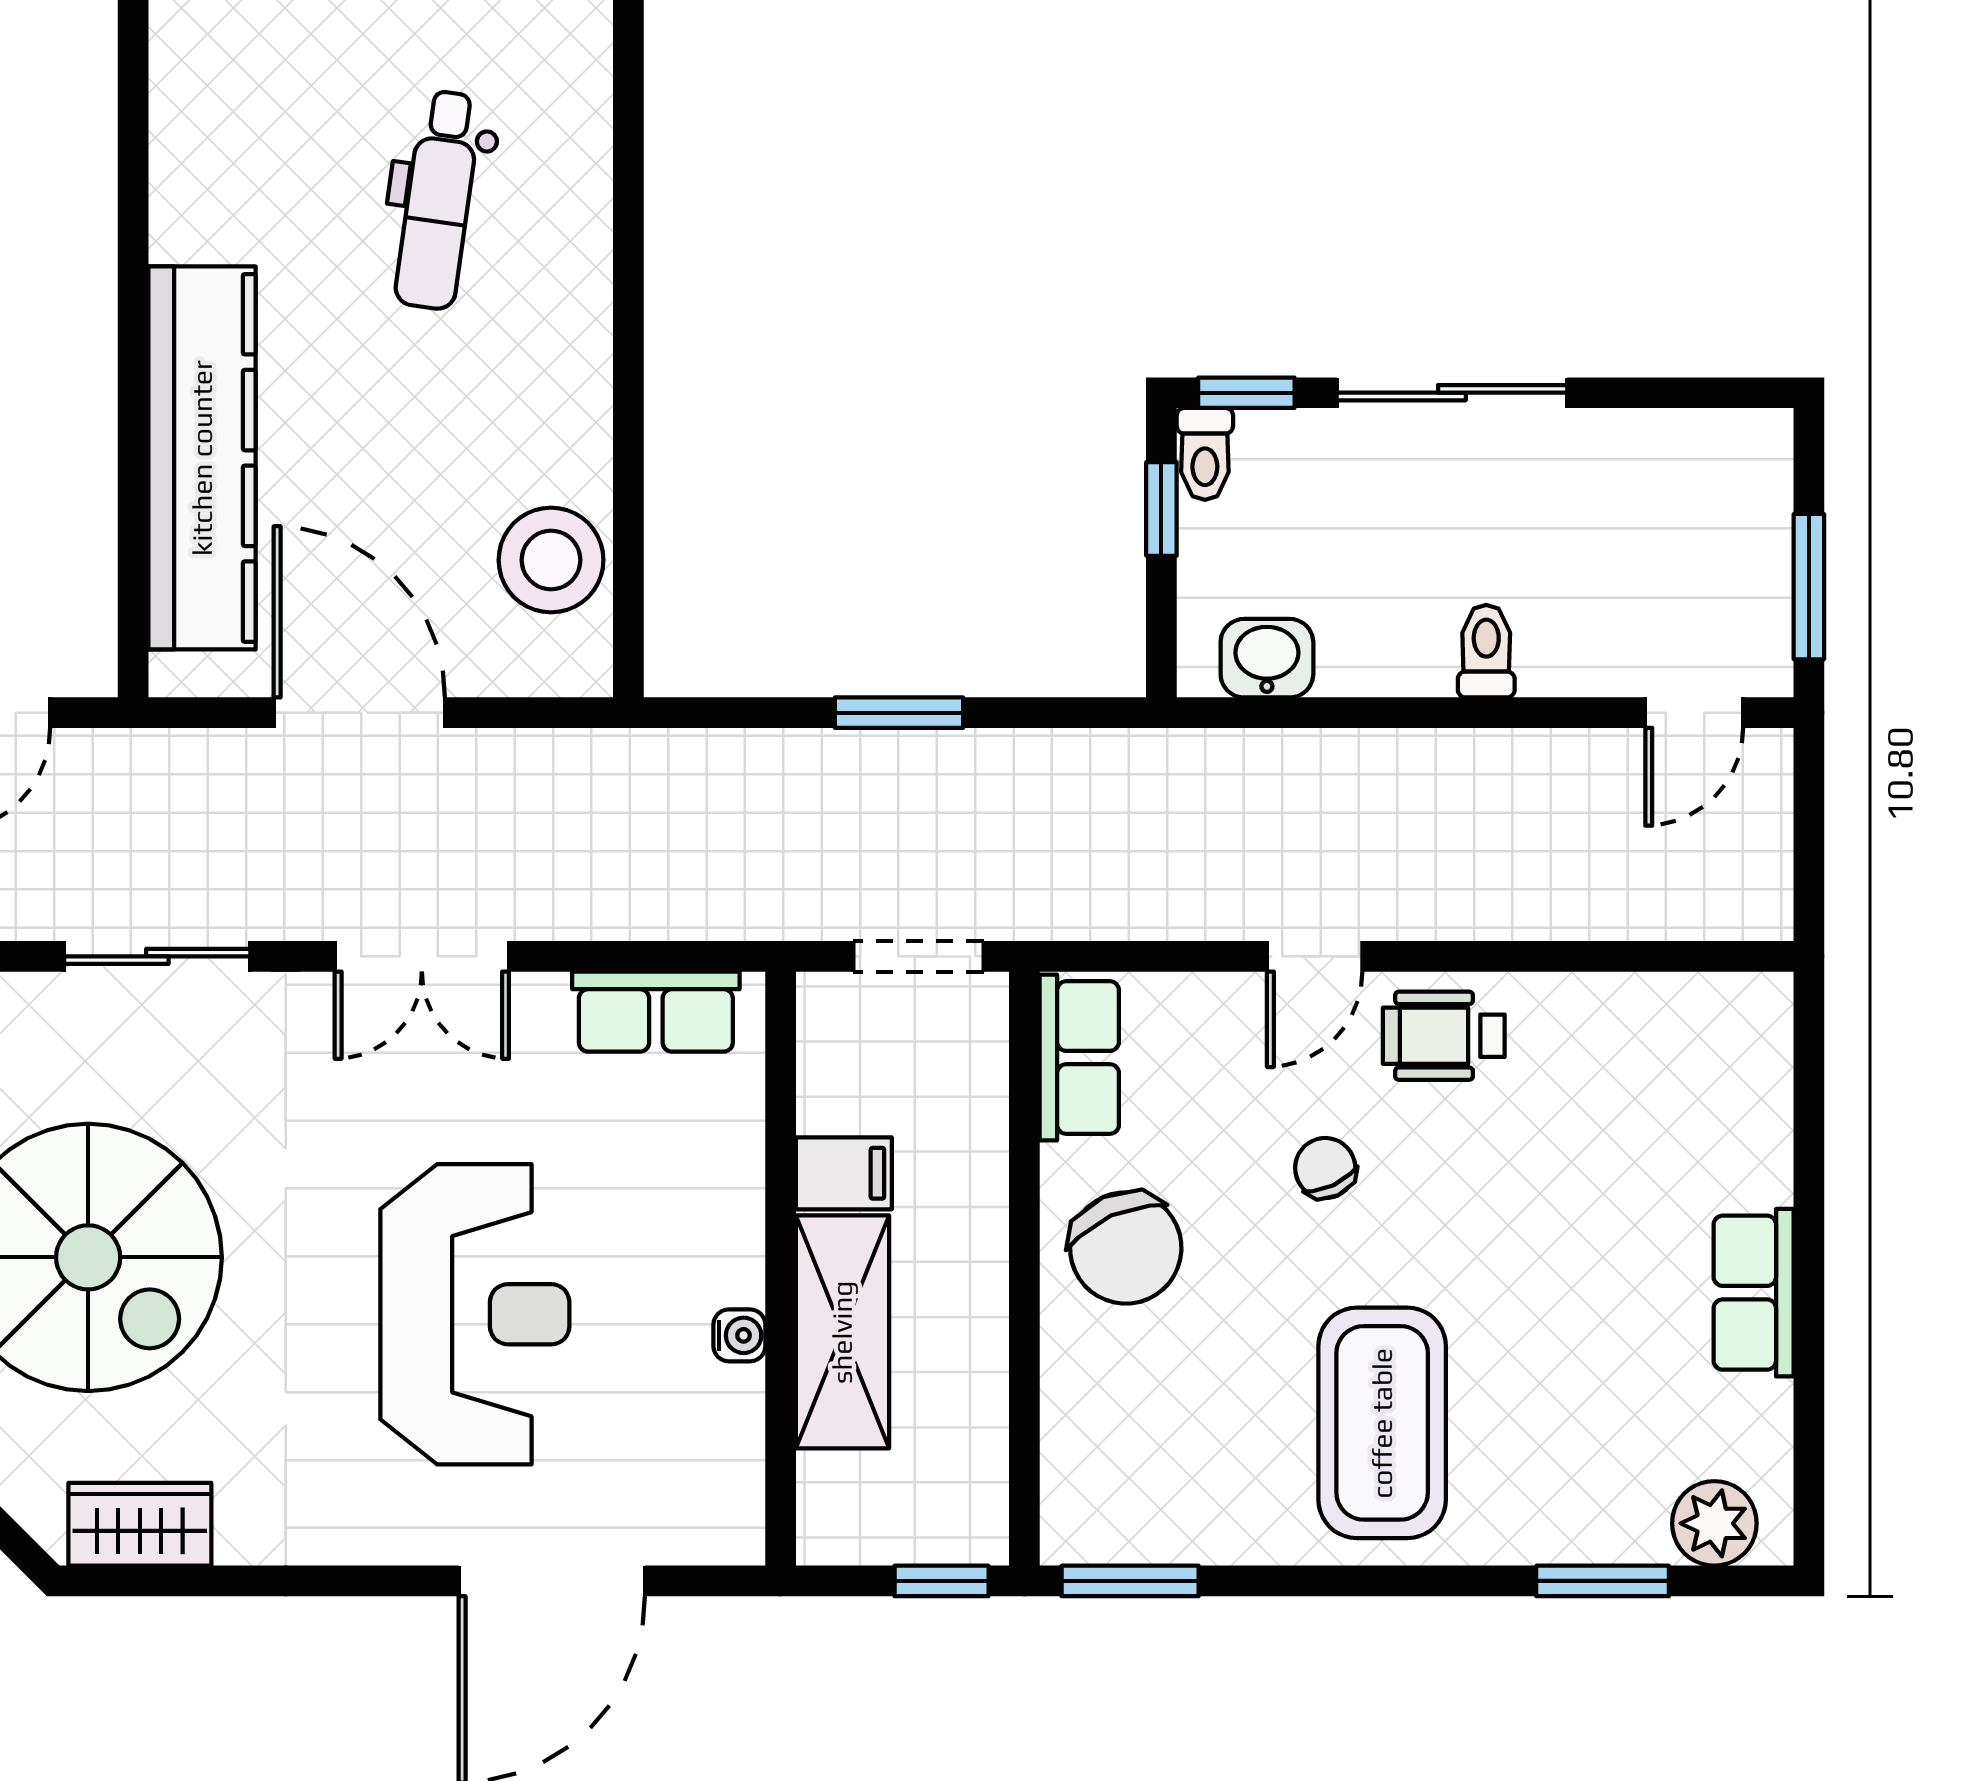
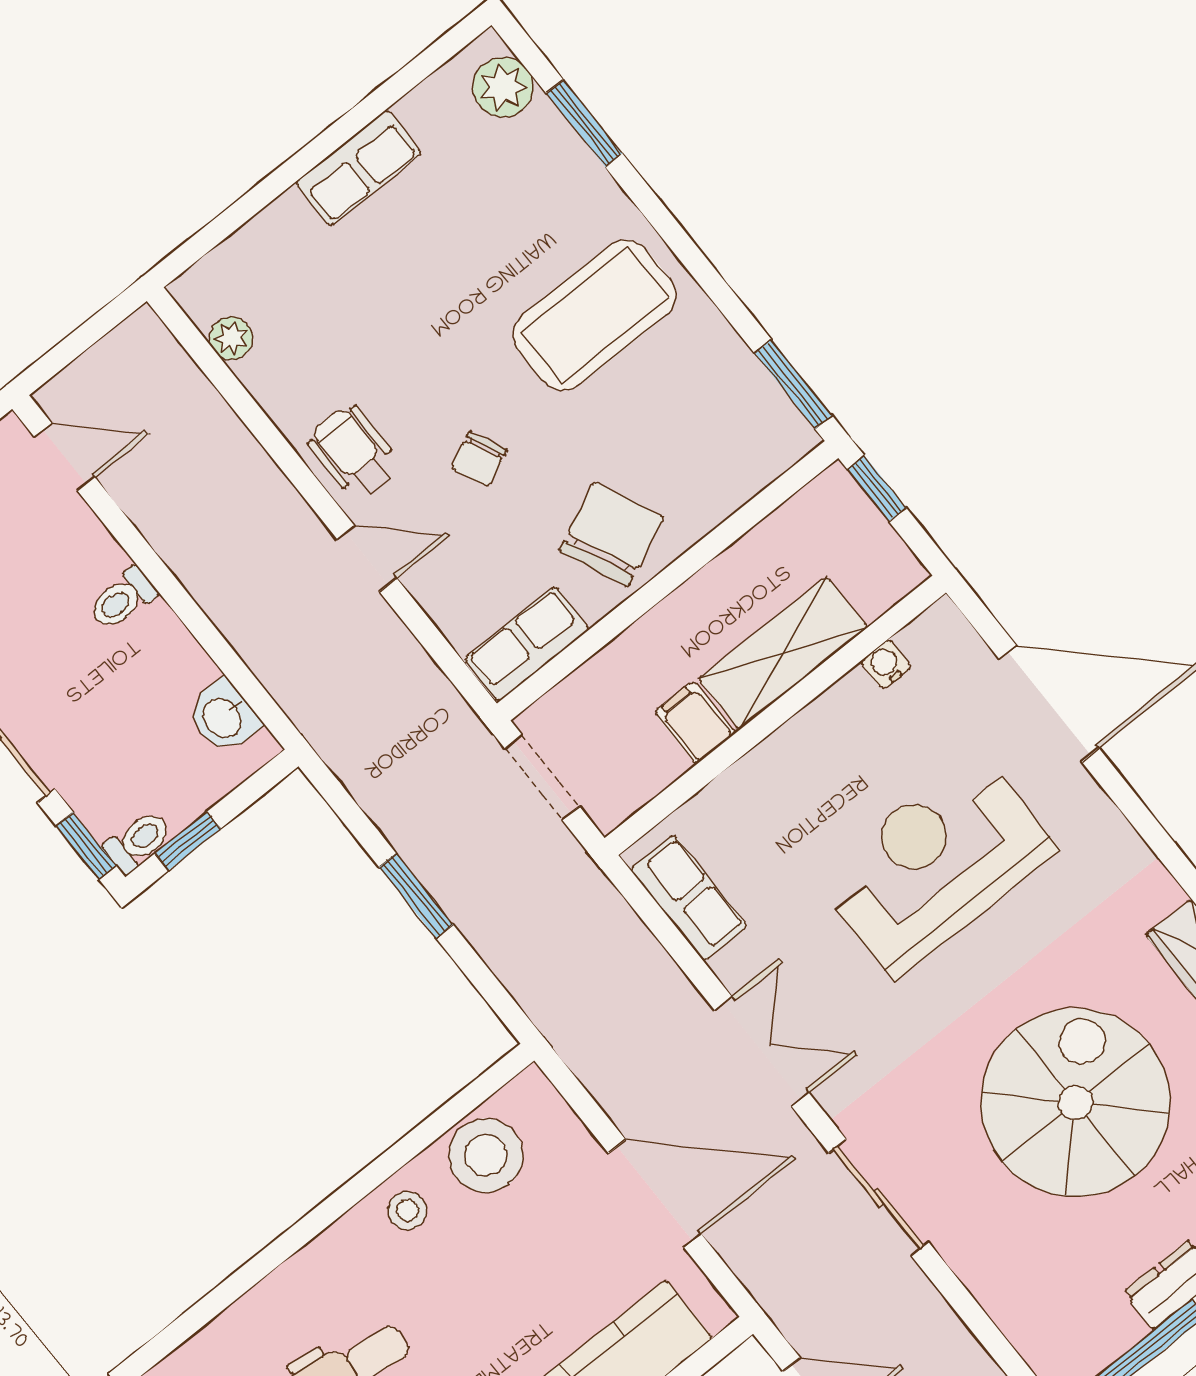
stool: (559, 425) -> (407, 1211), added
door: (359, 713) -> (655, 1194), swing flipped
plant: (1678, 1002) -> (231, 338), added
wheelchair: (1444, 1036) -> (354, 452), turned 180
water cooler: (739, 1335) -> (886, 664), moved

